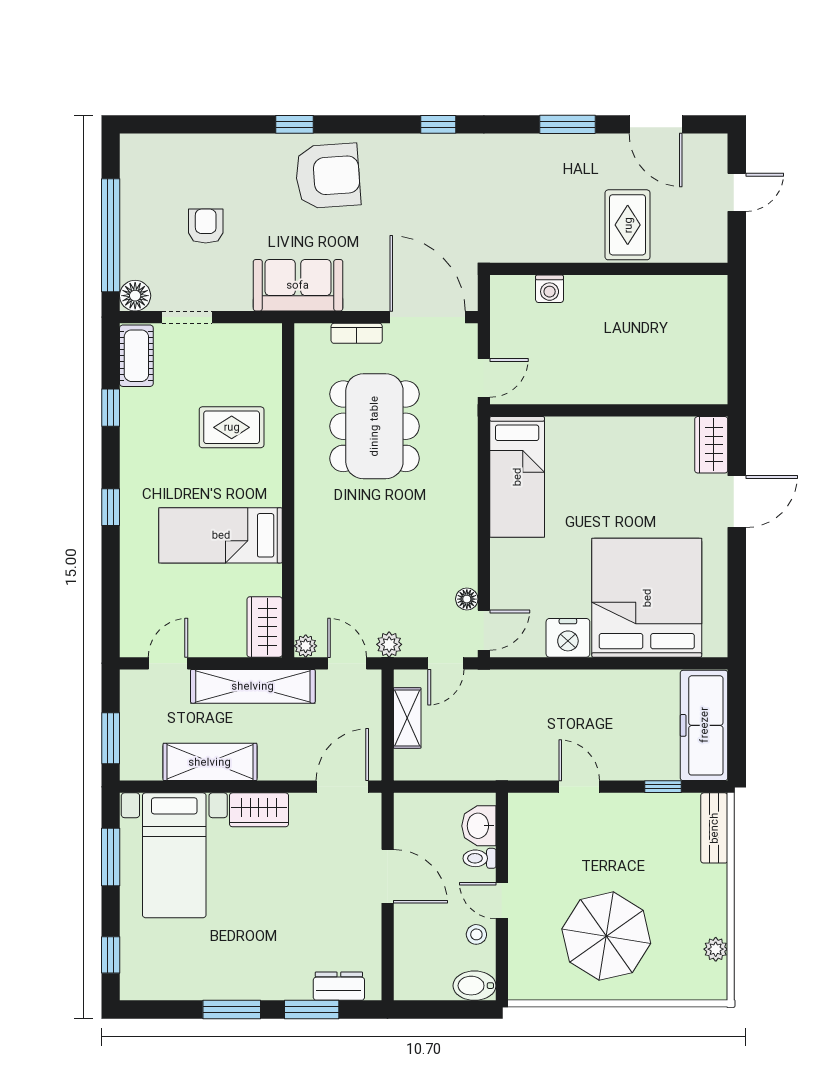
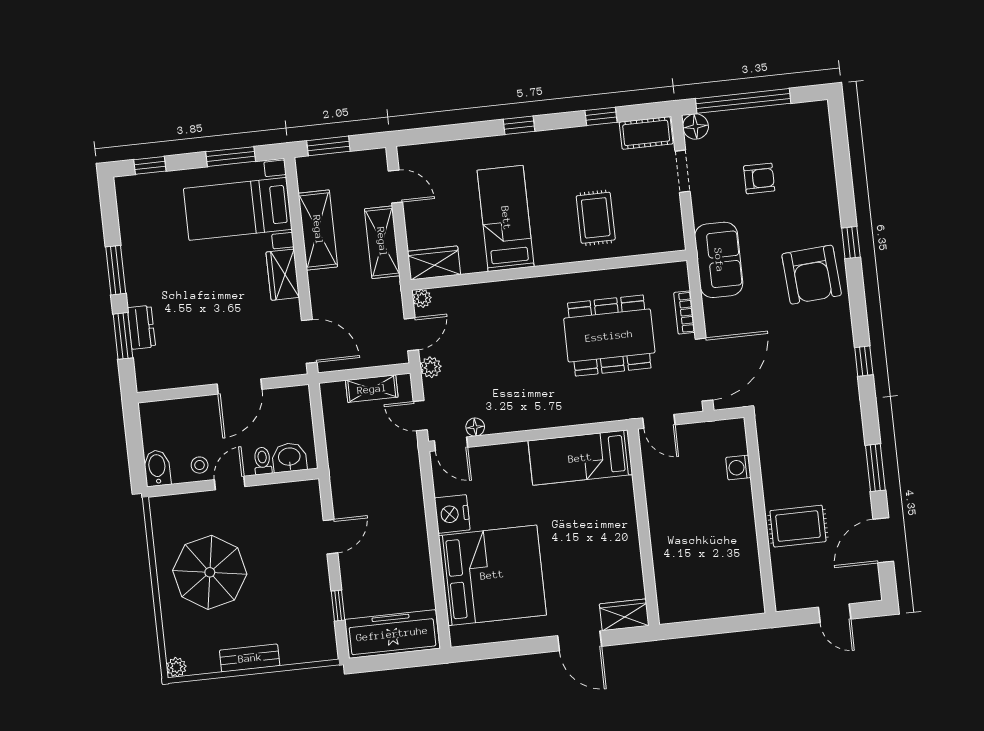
shelving: (253, 686) -> (382, 242), width x0.68
bench: (714, 828) -> (250, 658), moved
plant: (716, 949) -> (176, 667), moved
dresser: (339, 986) -> (141, 327), moved

